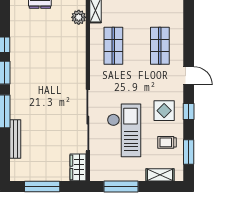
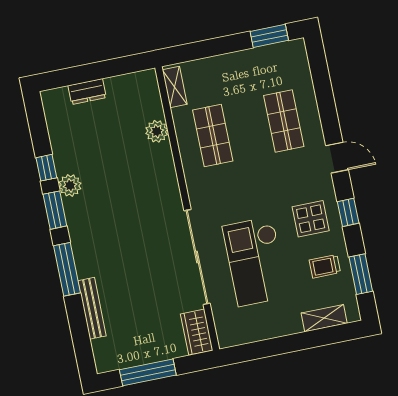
plant: (79, 17) -> (157, 131), moved
plant: (17, 59) -> (70, 185), added
checkout: (124, 130) -> (255, 261), turned 180
window: (121, 186) -> (268, 348), removed

